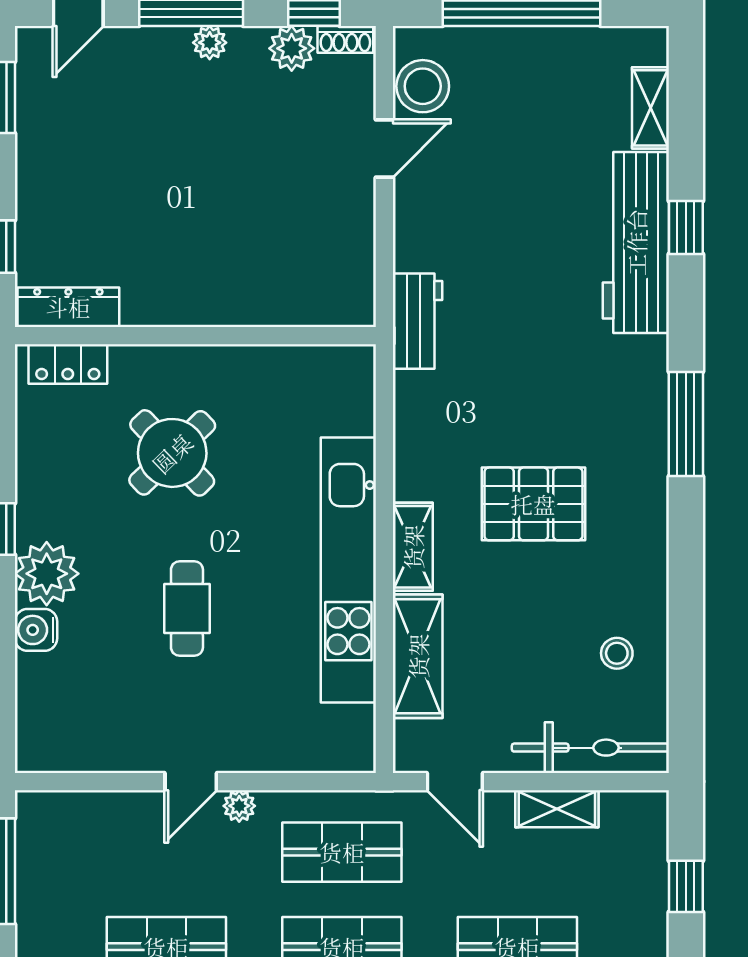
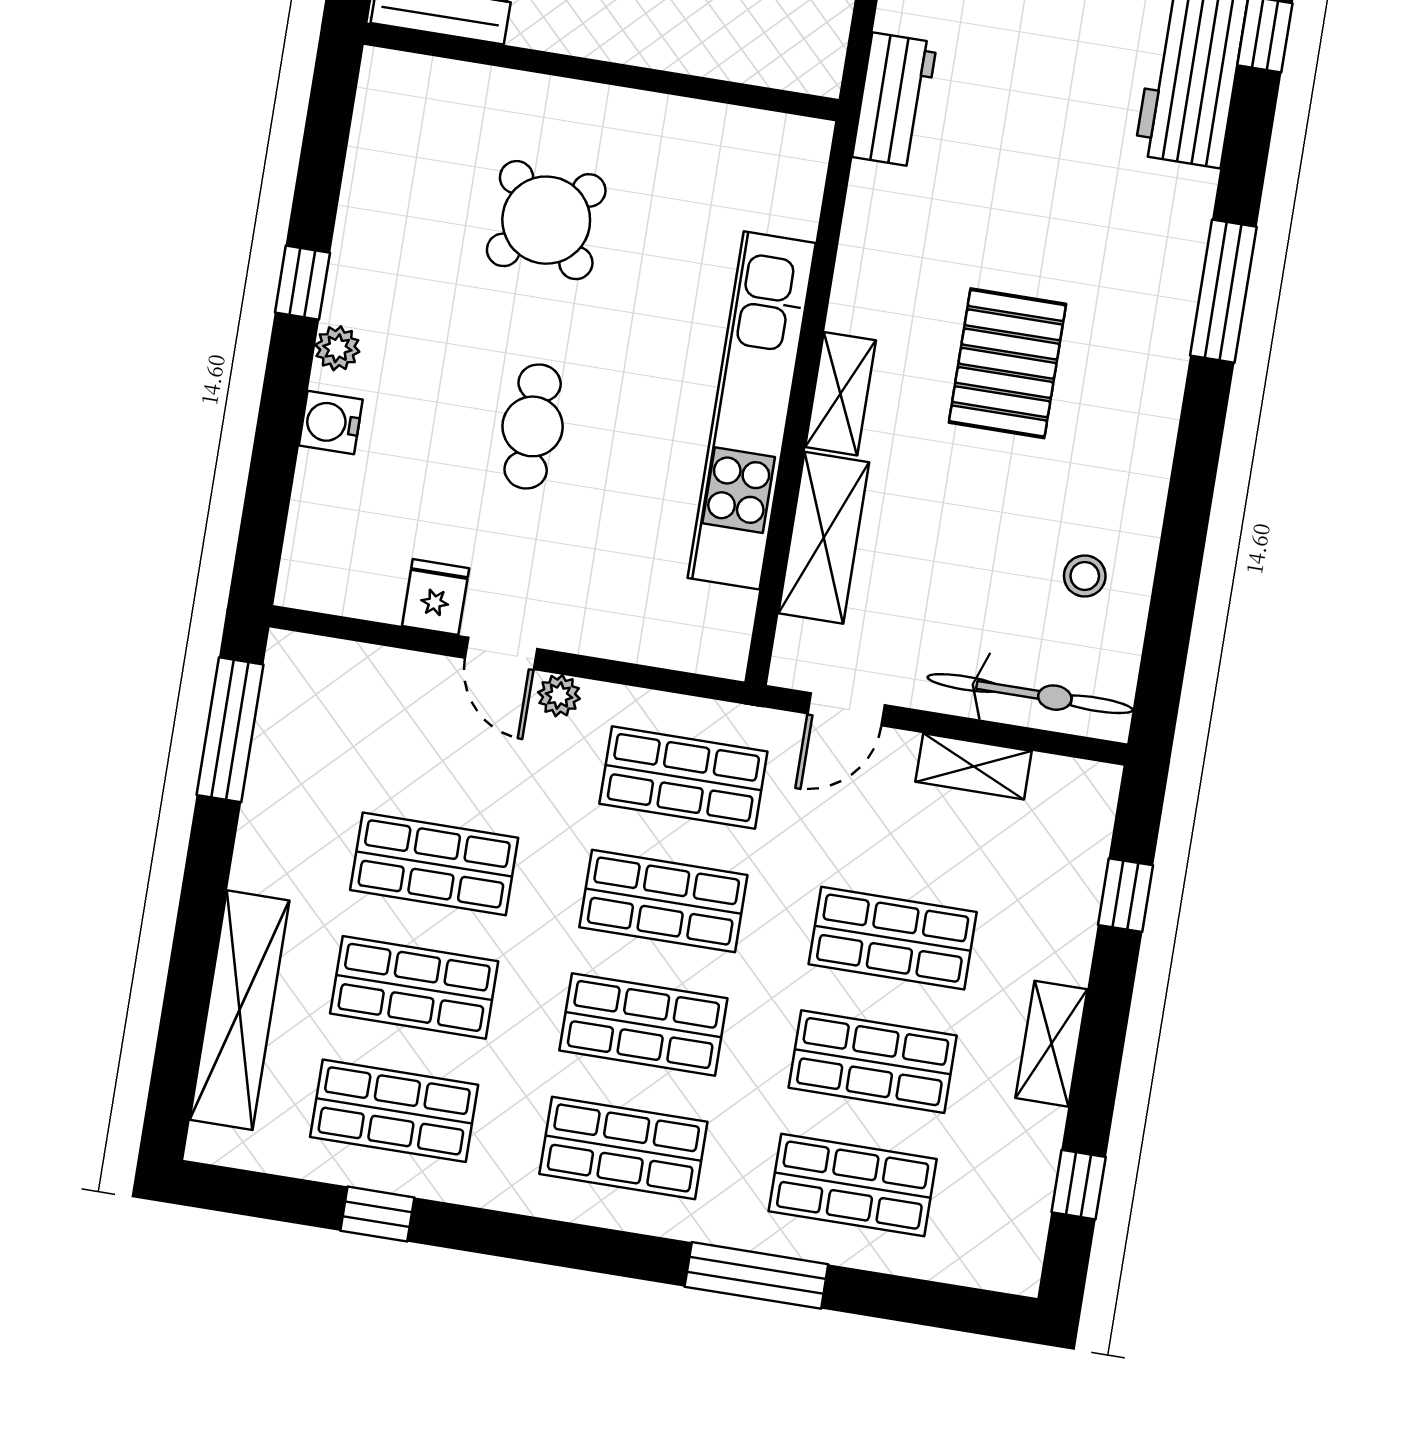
locker: (68, 364) -> (429, 82), removed
pallet: (533, 504) -> (1007, 363), turned 90
plant: (47, 574) -> (337, 348), width x0.53, depth x0.53
fridge: (135, 747) -> (436, 597), added
door: (191, 782) -> (501, 653), hinge flipped
door: (455, 782) -> (846, 709), hinge flipped

